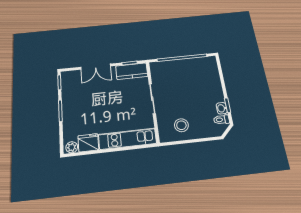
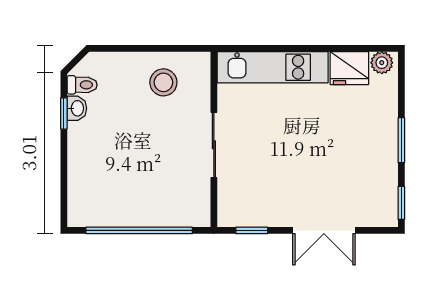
double door: (96, 67) -> (324, 230), swing flipped
kitchen counter: (132, 71) -> (249, 211), removed

